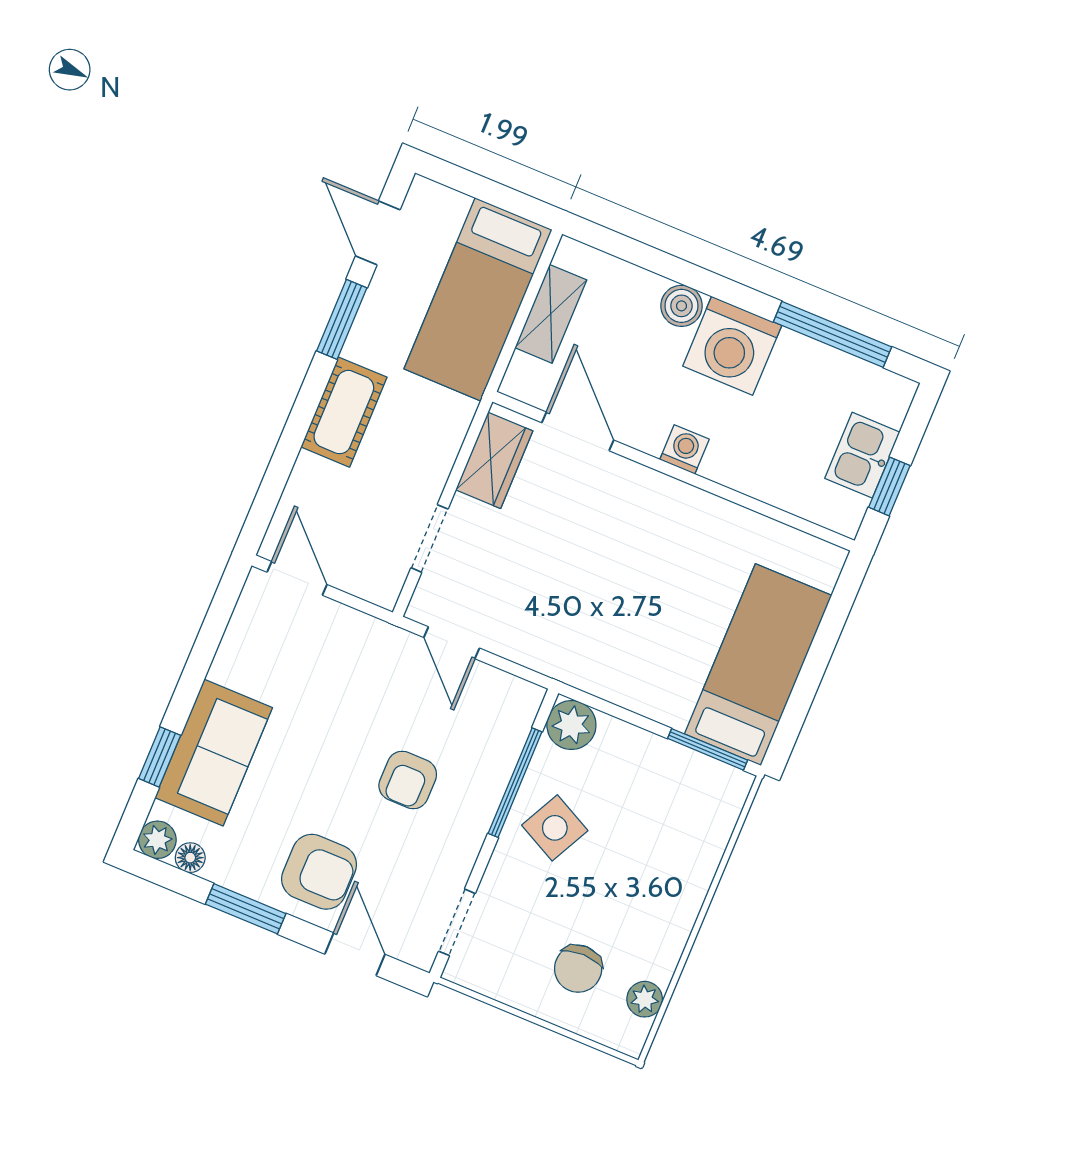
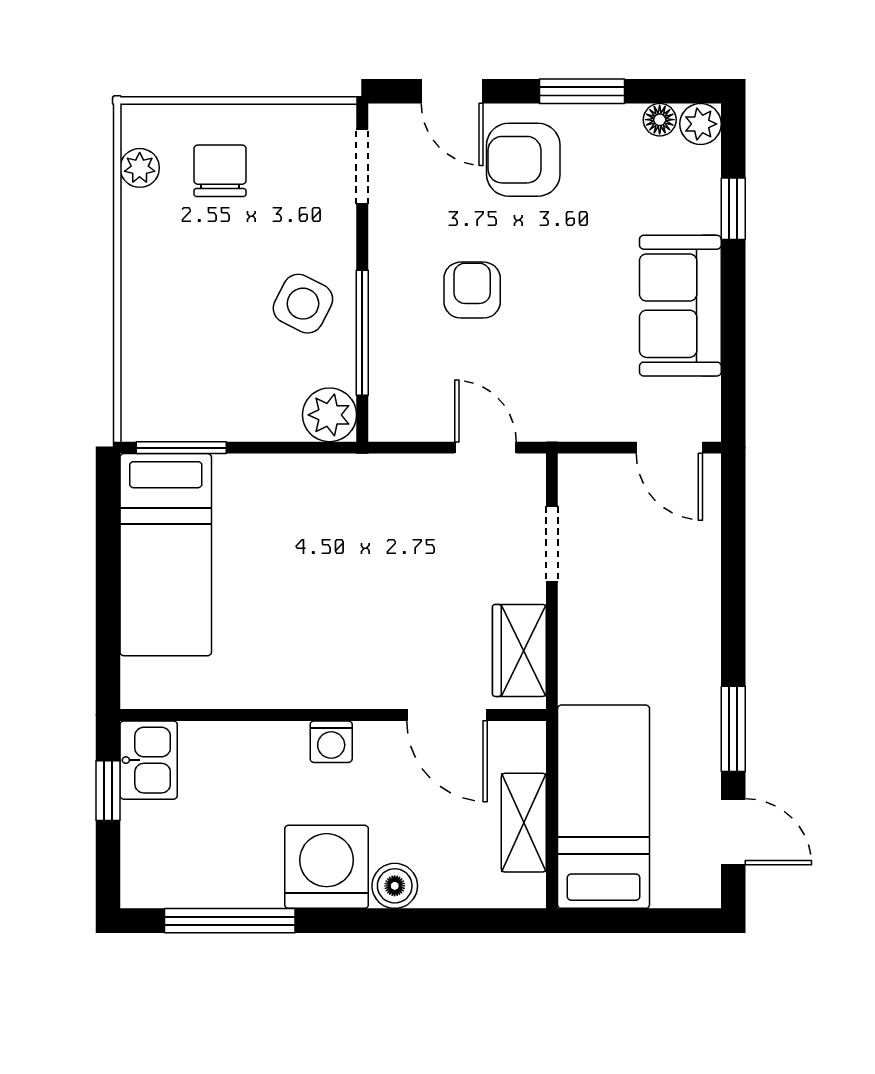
cot: (344, 412) -> (692, 636), removed
kitchen sink: (862, 455) -> (149, 760), moved
sofa: (214, 753) -> (680, 306), moved

